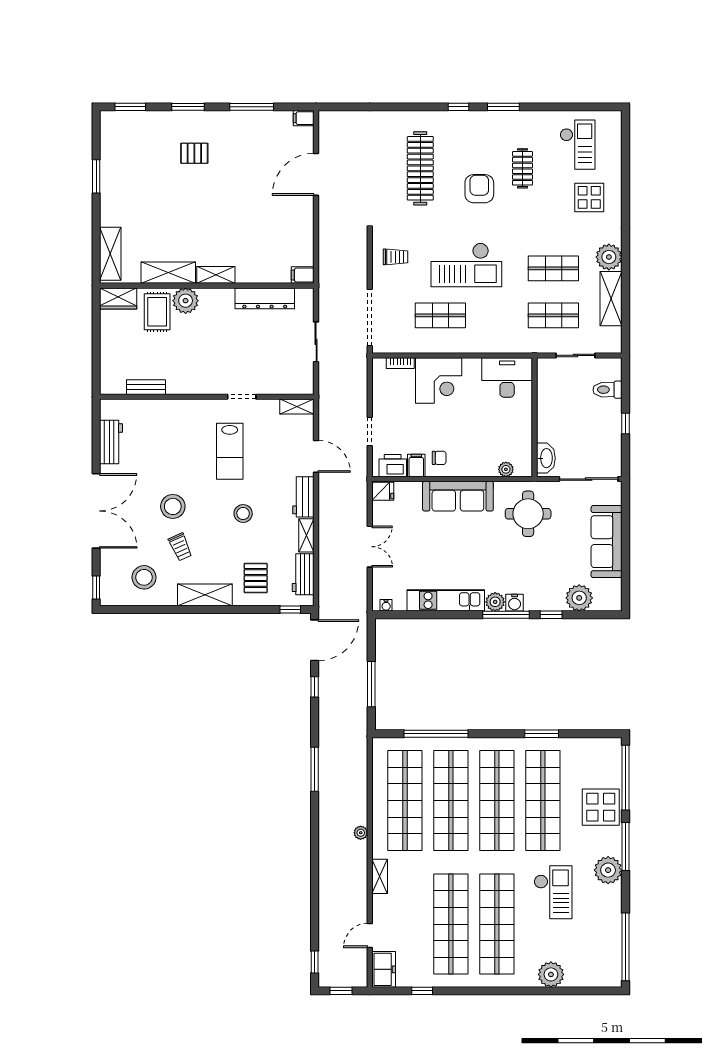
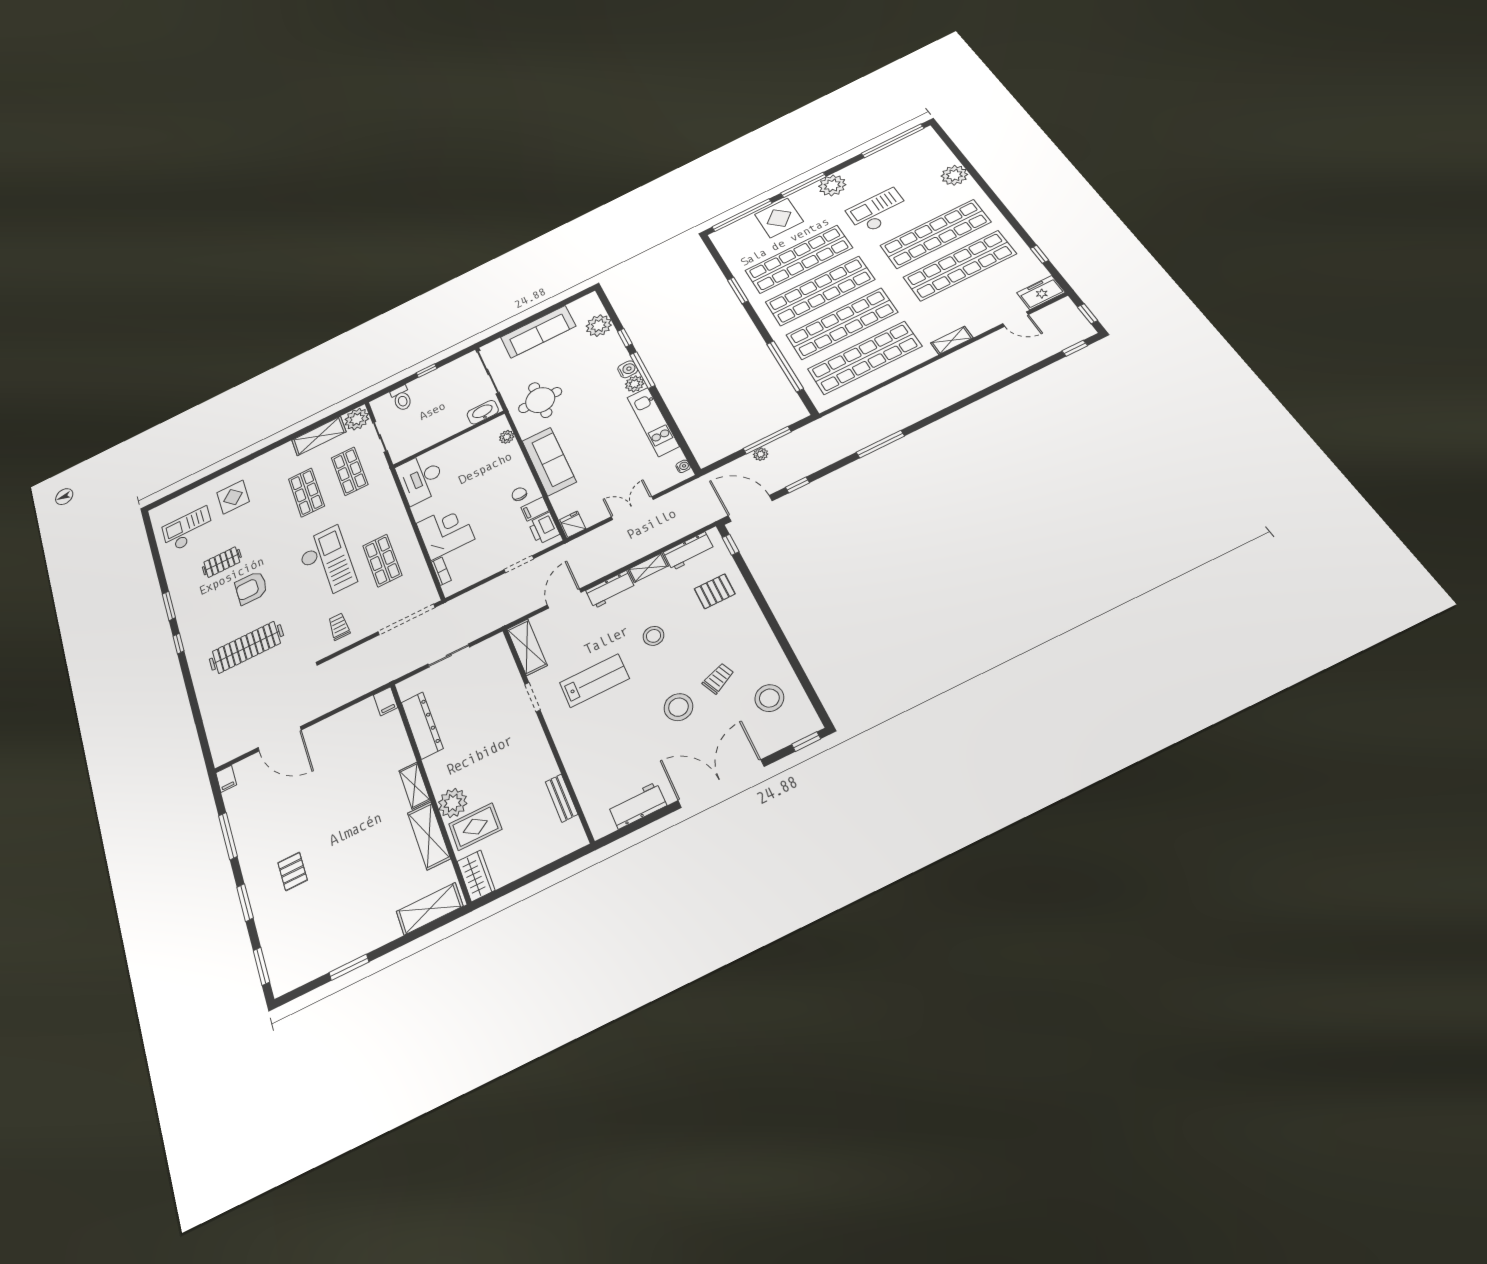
plant: (609, 257) -> (357, 419), moved
shelving: (297, 406) -> (527, 647), width x1.50, depth x1.33
shelving: (205, 595) -> (757, 630), removed
plant: (361, 833) -> (761, 454), moved

